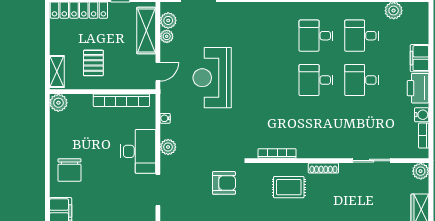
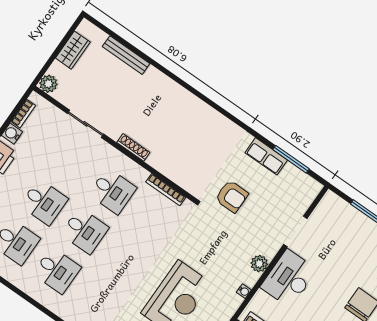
desk: (316, 124) -> (113, 191), added
armchair: (224, 183) -> (232, 196), turned 180
rug: (289, 187) -> (176, 152), removed

